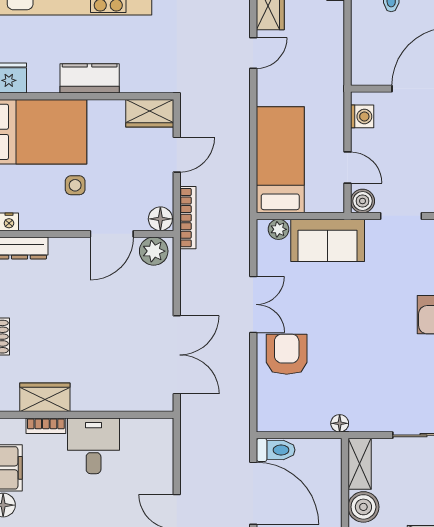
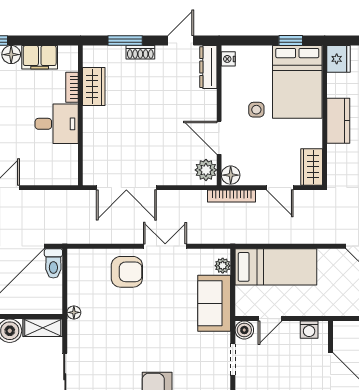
double door: (253, 304) -> (165, 246), swing flipped

